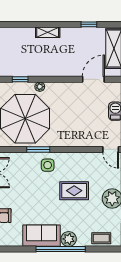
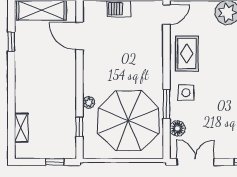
shelving: (48, 32) -> (21, 128), moved
floor lamp: (19, 158) -> (177, 128), added
rug: (74, 191) -> (187, 54), moved

